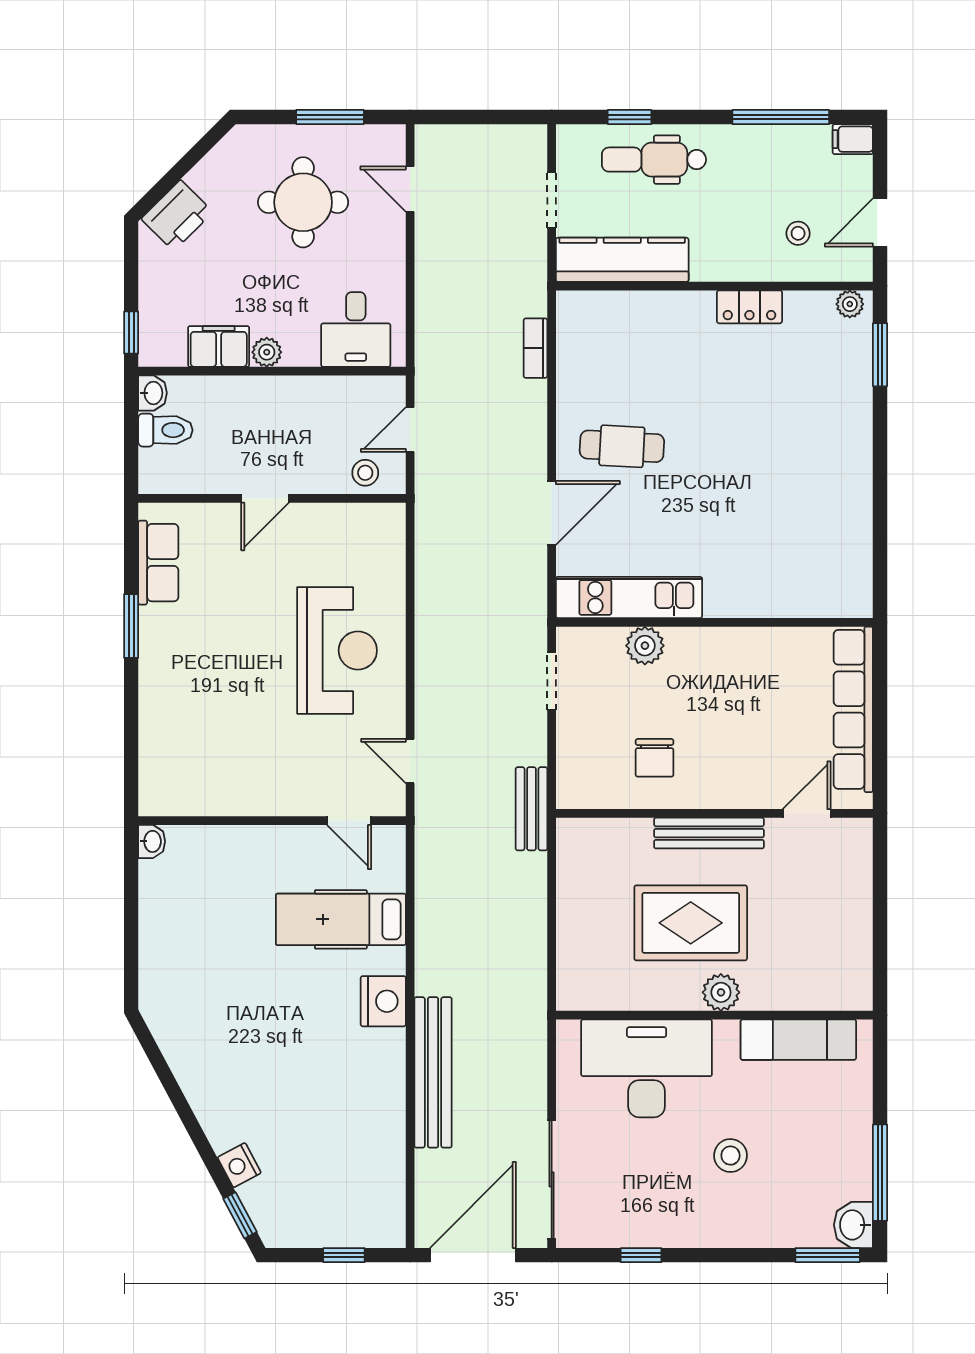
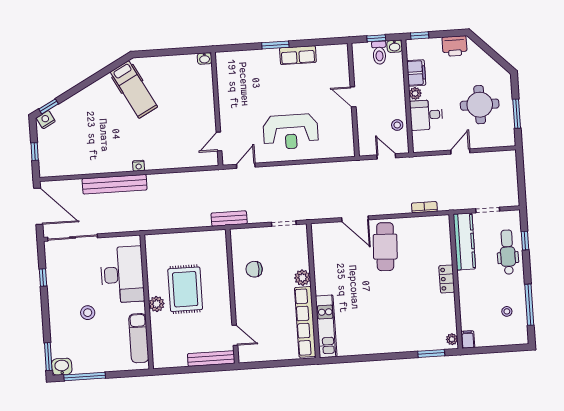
filing cabinet: (853, 139) -> (468, 339), moved
door: (410, 189) -> (460, 151), moved
printer: (177, 215) -> (455, 46), moved, turned -45
door: (880, 223) -> (487, 350), removed
stool: (798, 233) -> (507, 311), moved
locker: (749, 307) -> (447, 279), moved
desk: (356, 329) -> (426, 115), moved
window: (131, 435) -> (376, 38), added
cafe table: (622, 446) -> (385, 247), width x1.37, depth x1.35
stool: (365, 473) -> (397, 125), moved
row of seats: (158, 563) -> (298, 55), moved
kitchen unit: (629, 597) -> (326, 326), moved
window: (131, 626) -> (275, 45), moved
plant: (645, 646) -> (302, 278), moved
row of seats: (853, 709) -> (305, 322), moved, turned -90
bench: (709, 833) -> (211, 359), moved, turned 90
hospital bed: (341, 919) -> (134, 89), moved, turned 152
nightstand: (383, 1001) -> (139, 166), width x0.53, depth x0.56
nightstand: (239, 1165) -> (46, 120), moved

